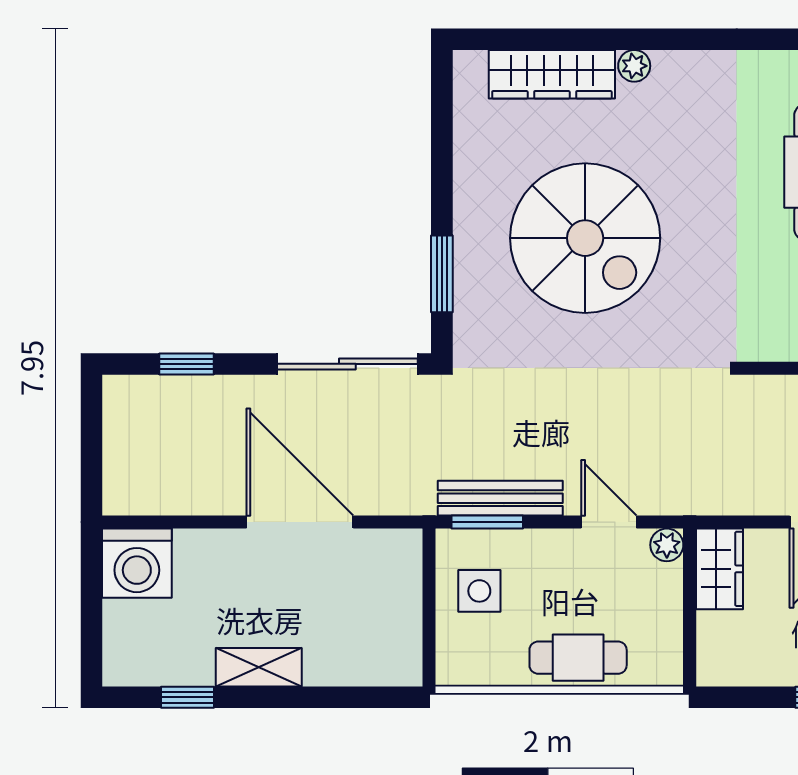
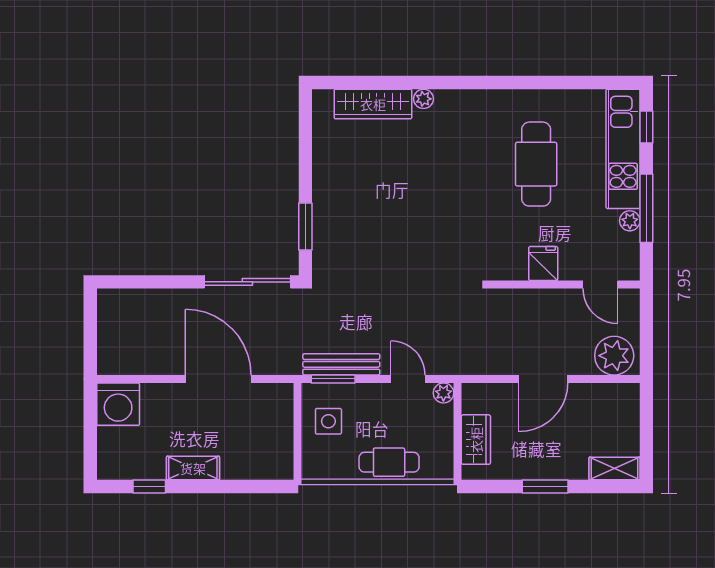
spiral stairs: (585, 238) -> (393, 205), removed
window: (187, 364) -> (149, 282), removed
wardrobe: (720, 569) -> (476, 440), moved

